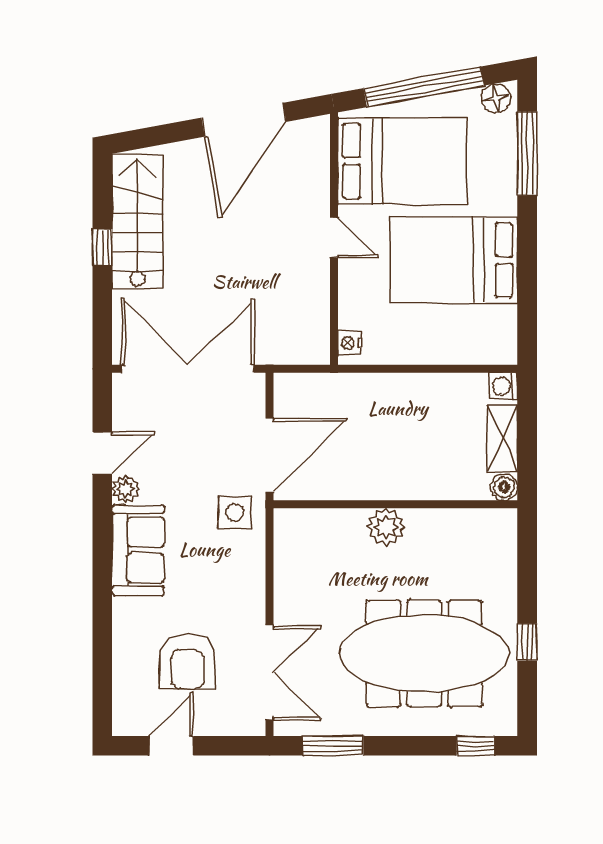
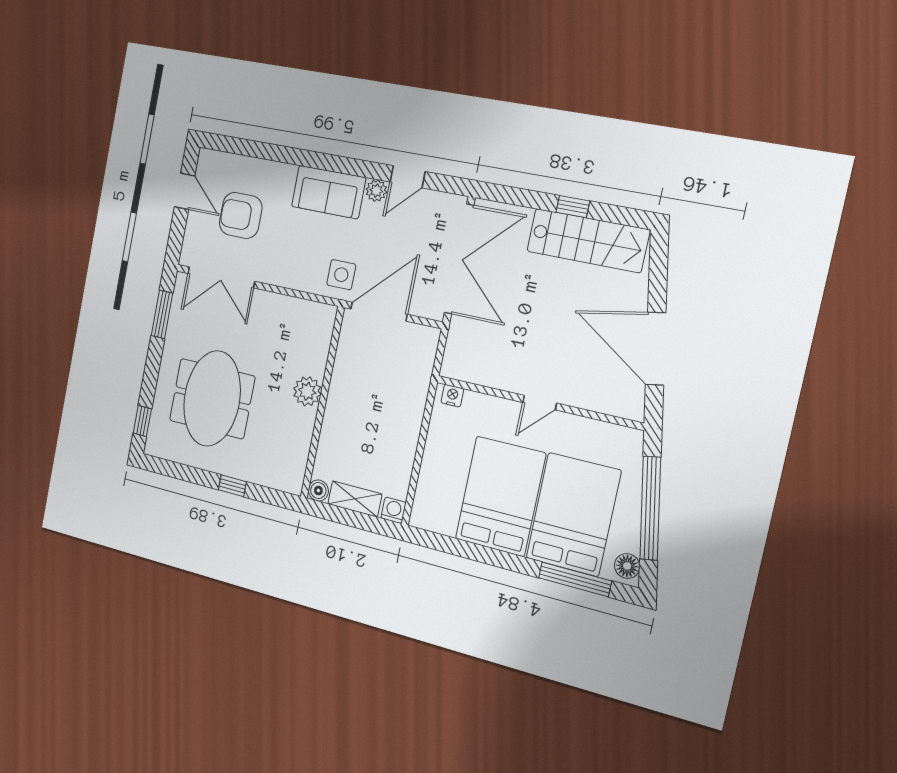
bed: (402, 161) -> (573, 514), moved, turned 180
door: (102, 453) -> (408, 177), hinge flipped
door: (270, 455) -> (379, 312), swing flipped
window: (527, 642) -> (232, 486), moved
meeting table: (424, 654) -> (212, 399), width x0.73

